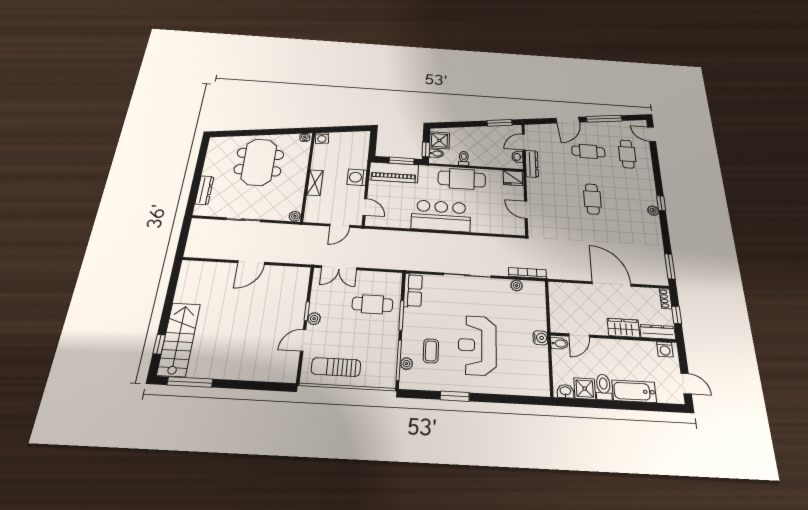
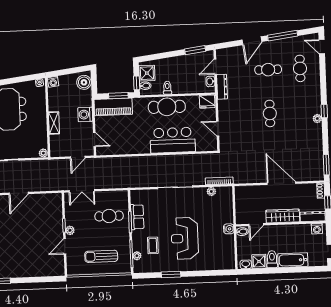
boiler: (360, 142) -> (84, 82), added
bar counter: (441, 216) -> (173, 140), moved
row of seats: (413, 290) -> (137, 217), moved
wardrobe: (623, 328) -> (283, 216), width x1.50
sun lounger: (336, 367) -> (101, 256), moved

